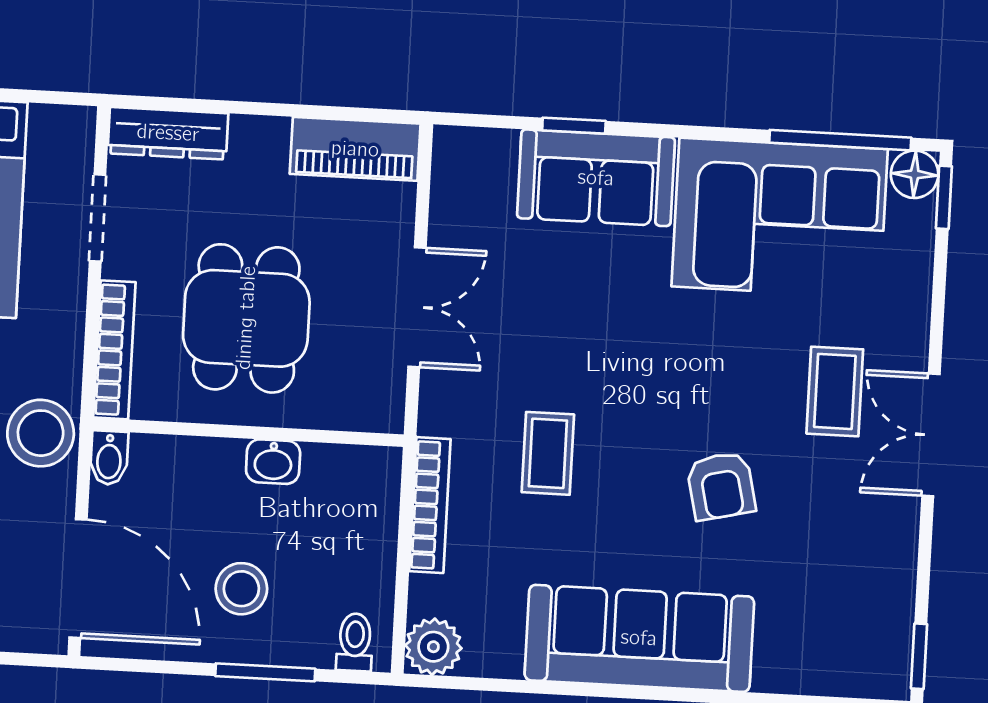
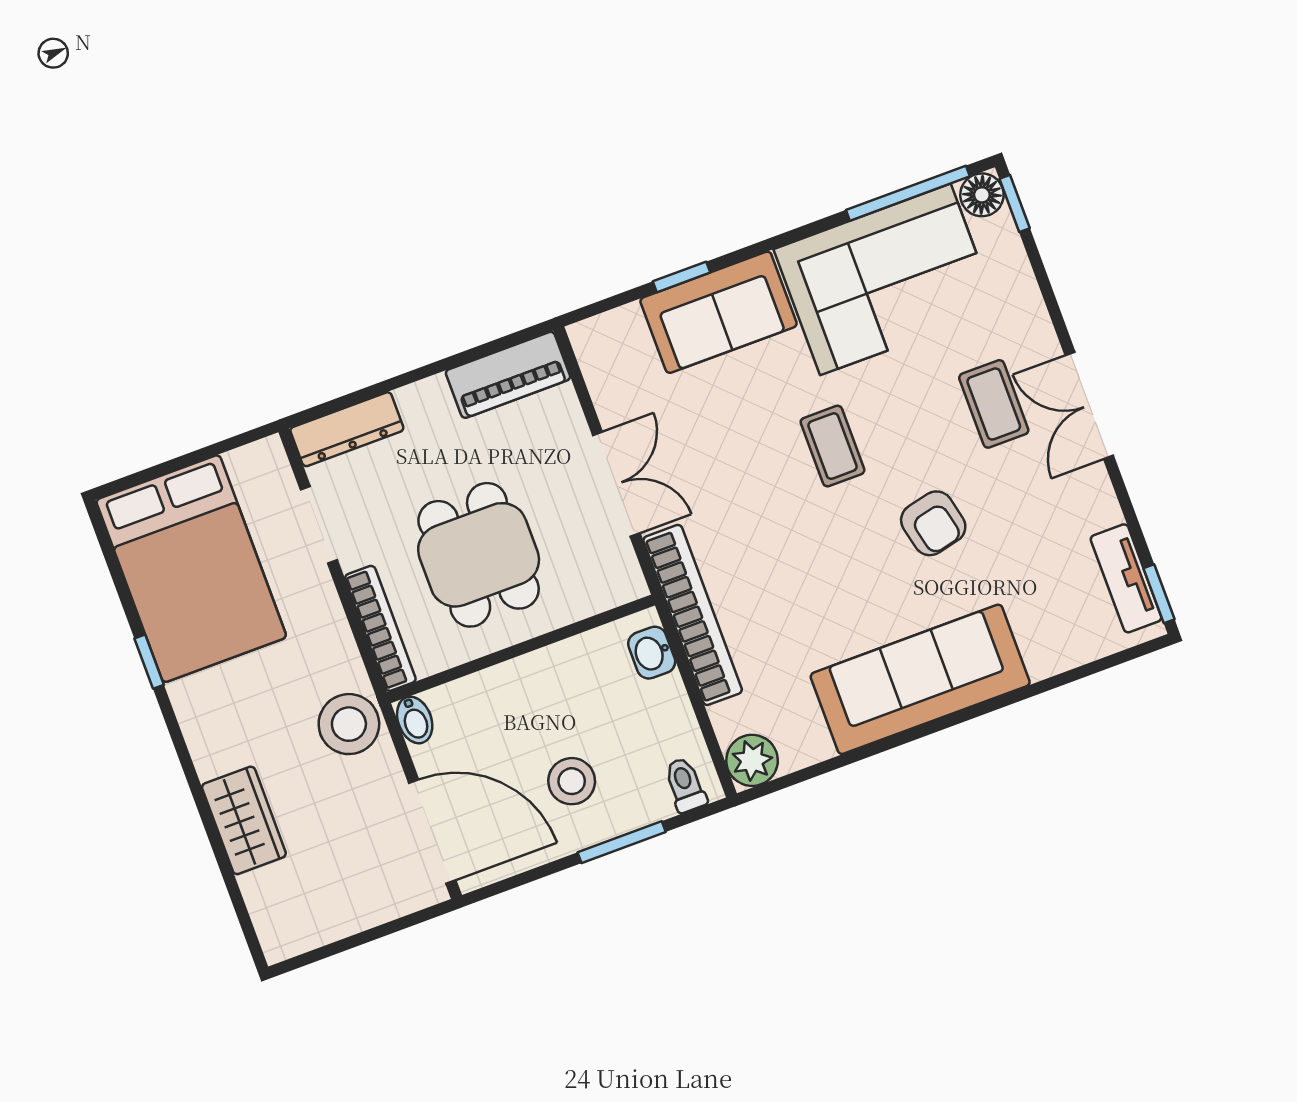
coffee table: (548, 453) -> (832, 446), moved
washbasin: (273, 462) -> (652, 653), moved, turned 90
bookcase: (430, 505) -> (693, 615), width x1.48, depth x1.31
tv unit: (892, 626) -> (1126, 578), added

